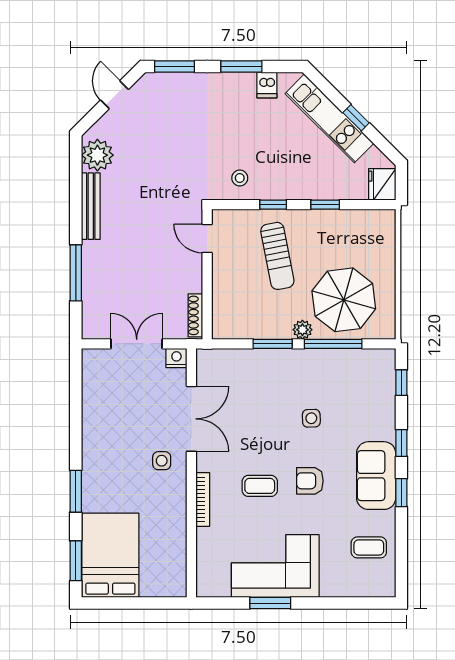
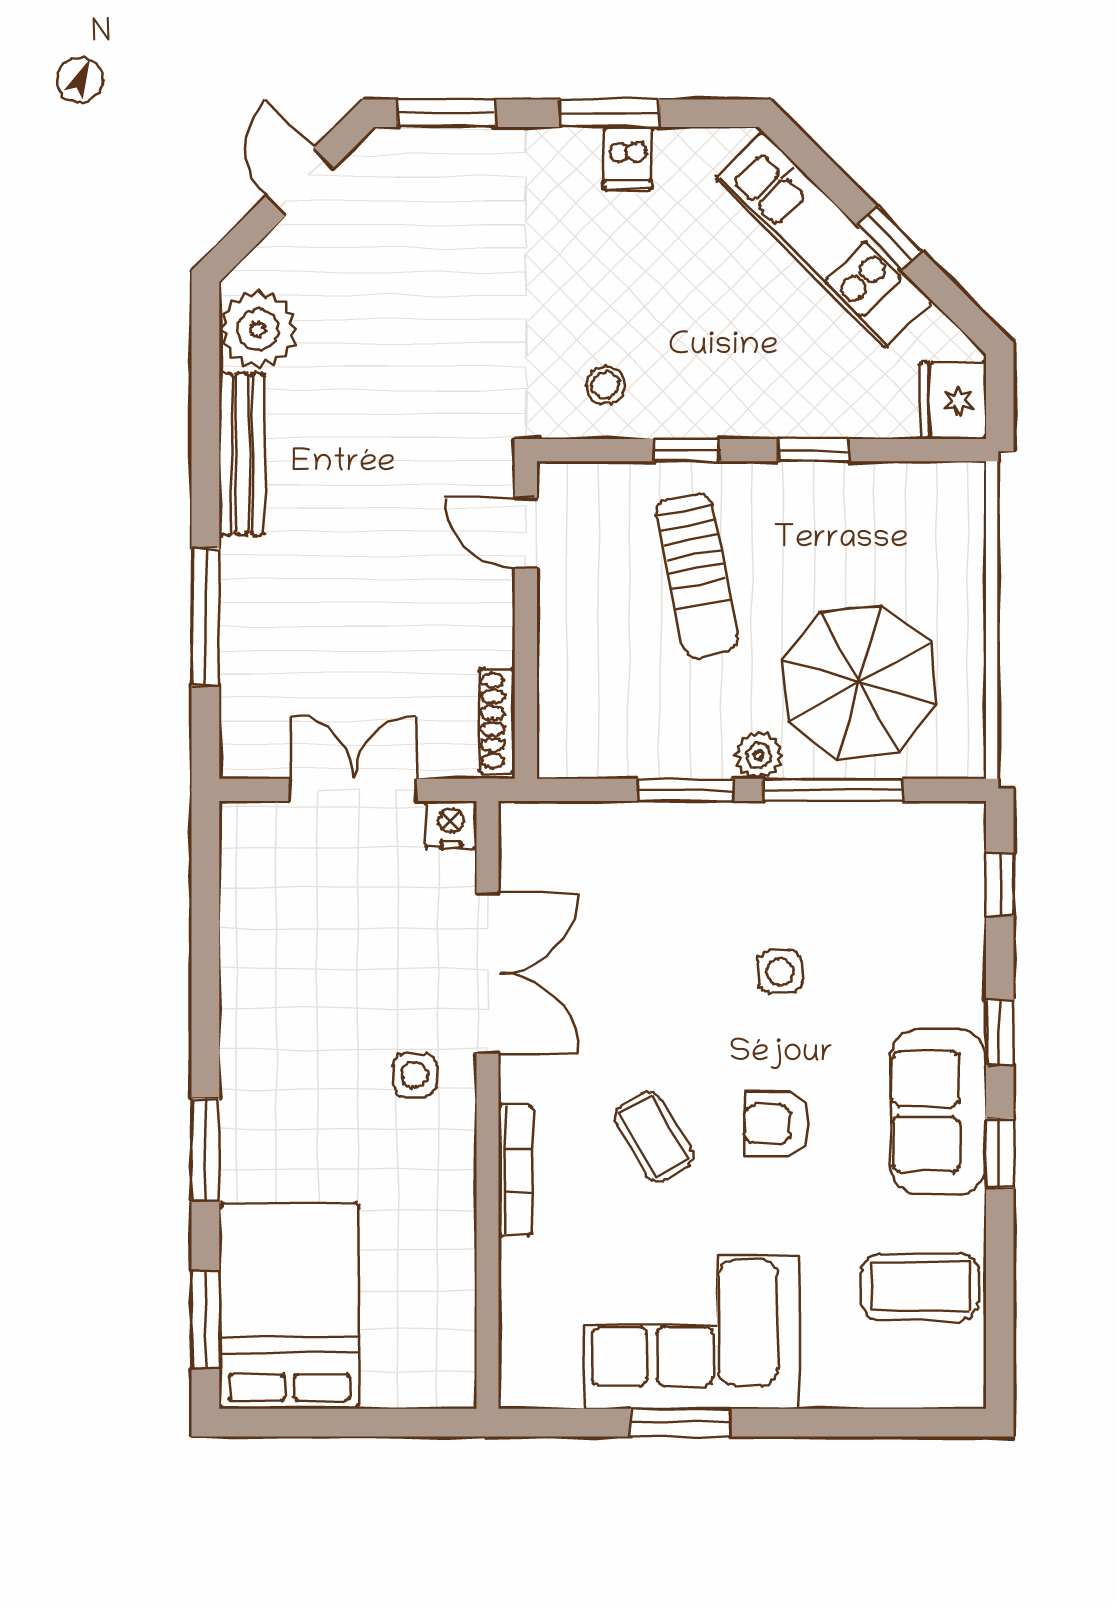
dishwasher: (267, 85) -> (628, 158), moved
coffee table: (260, 486) -> (654, 1137), turned 60
coffee table: (369, 547) -> (920, 1287), width x1.36, depth x1.30

